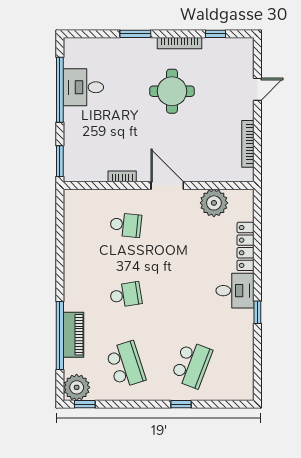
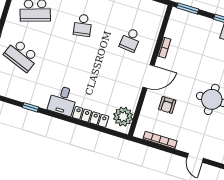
armchair: (198, 149) -> (167, 105), added
plant: (214, 203) -> (123, 117), moved
window: (257, 312) -> (30, 107), moved

